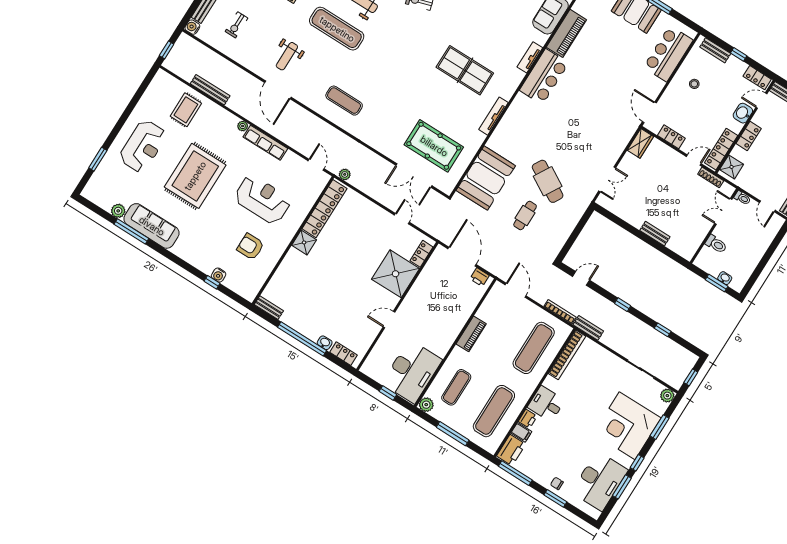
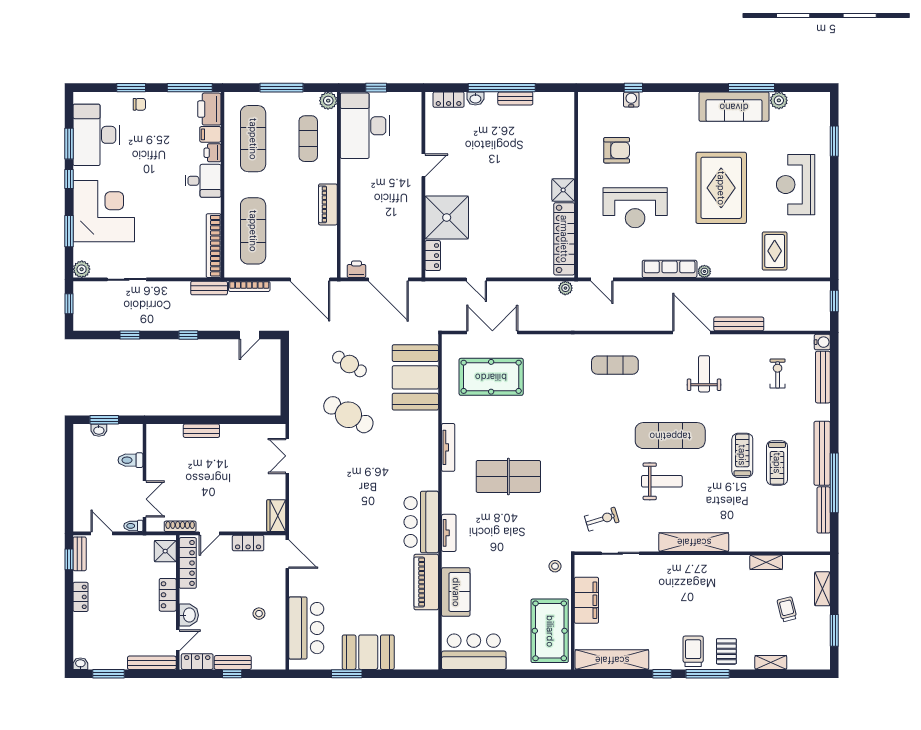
bench: (715, 50) -> (233, 663), moved
bench: (210, 90) -> (739, 324), moved
cafe table: (525, 215) -> (349, 364), turned -58
door: (516, 290) -> (310, 279), width x1.36
bench: (269, 308) -> (515, 98), moved

